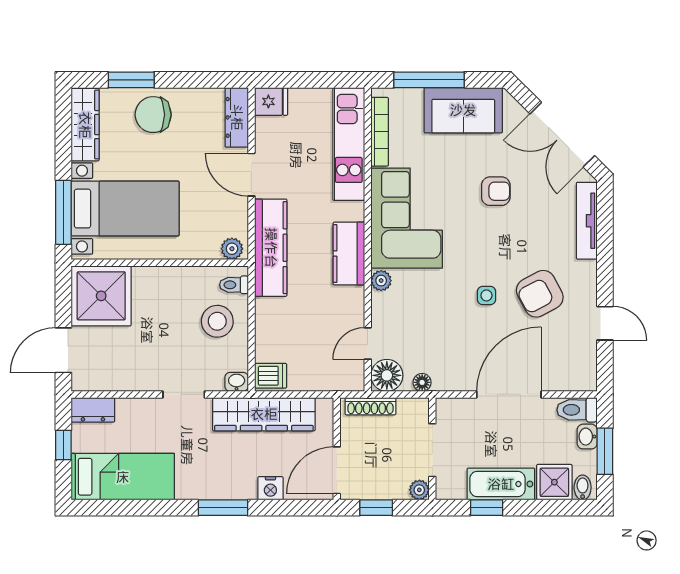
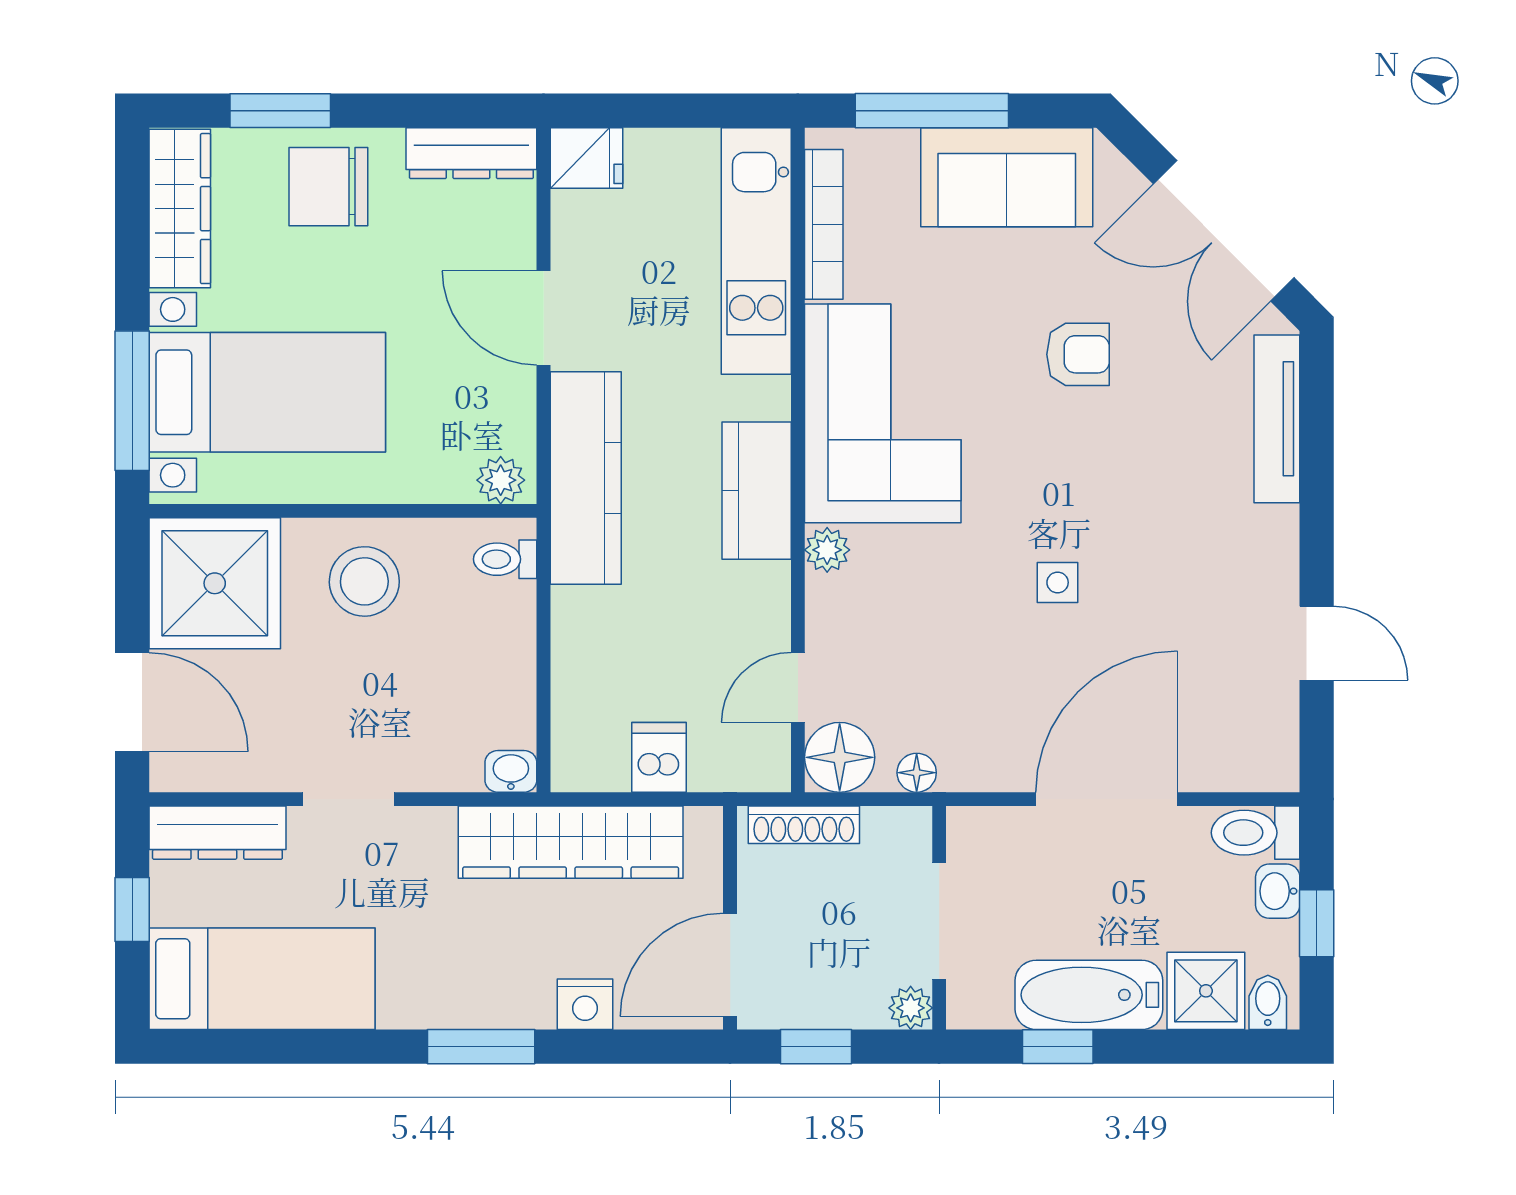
dresser: (237, 117) -> (471, 153), moved, turned -90
armchair: (540, 294) -> (1174, 579), removed
stool: (217, 321) -> (364, 581), moved
door: (63, 350) -> (132, 702), swing flipped
dishwasher: (271, 376) -> (659, 757), moved, turned -90
doorway: (184, 394) -> (348, 799), moved
dresser: (93, 410) -> (217, 833), width x1.44
window: (605, 451) -> (1317, 923), width x0.67

